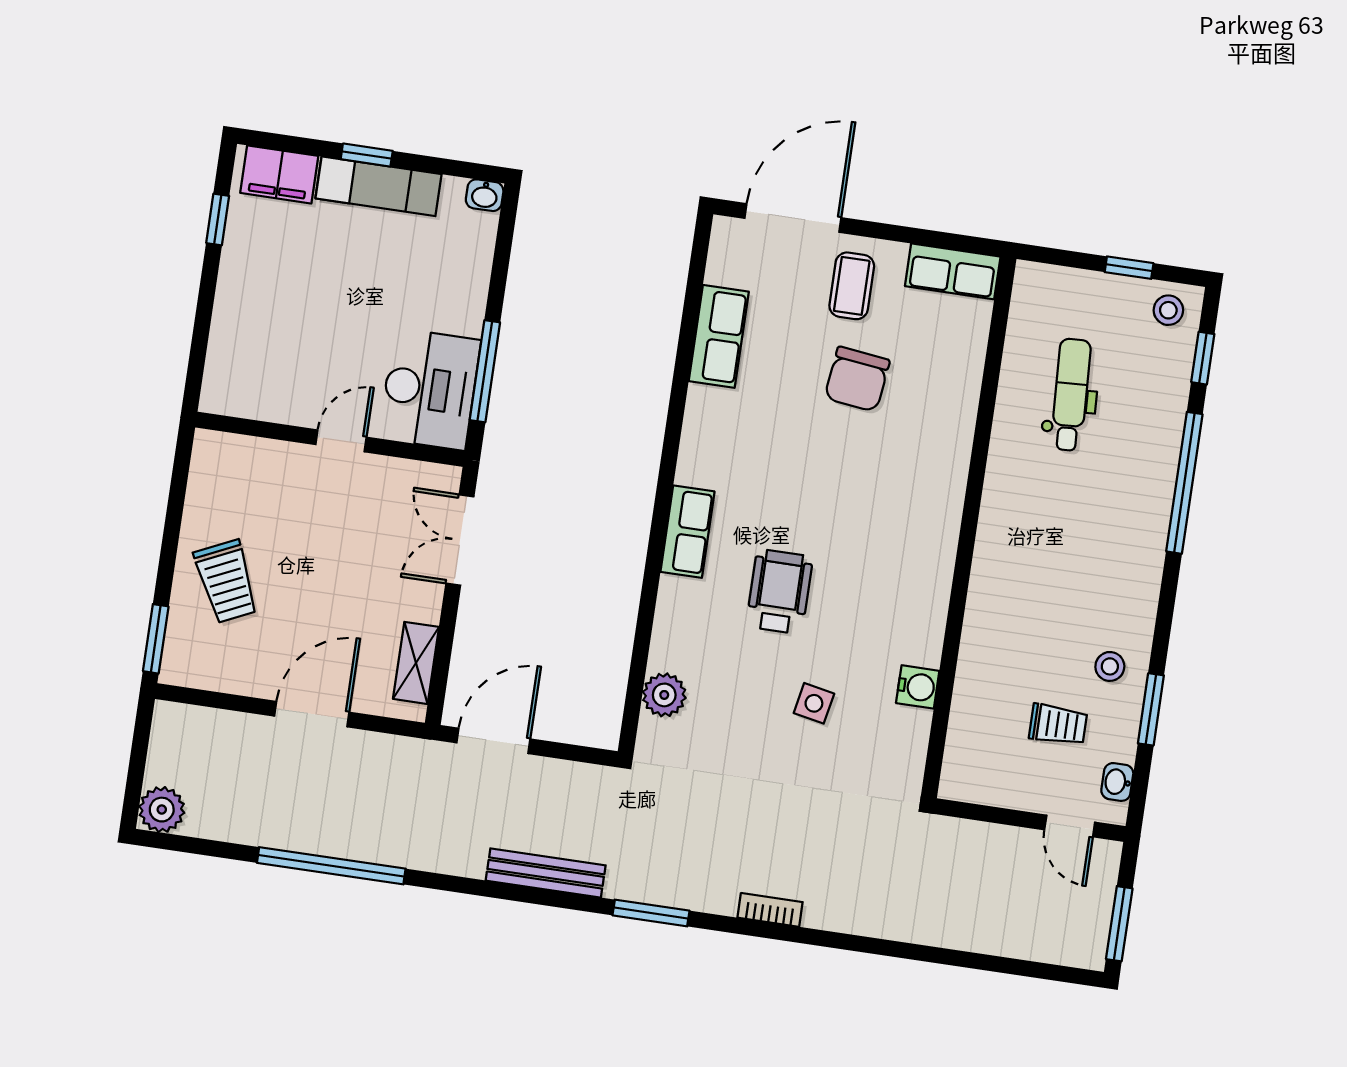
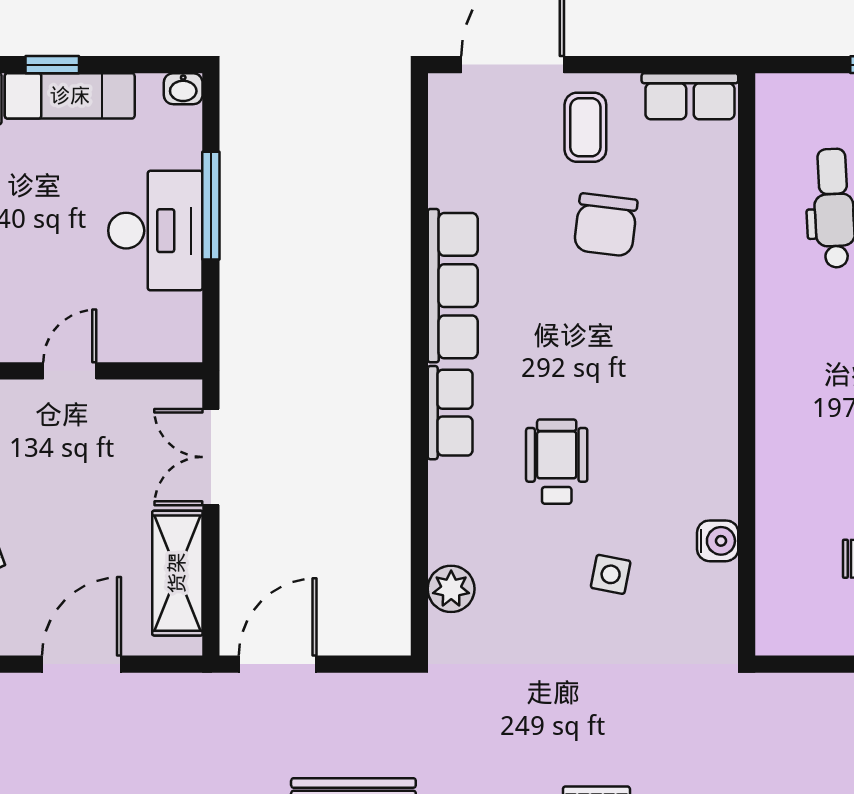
row of seats: (719, 336) -> (453, 286), moved, width x1.48
window: (485, 371) -> (211, 206), moved
desk: (430, 389) -> (155, 231), moved
shelving: (416, 663) -> (177, 573), width x1.50, depth x1.33

